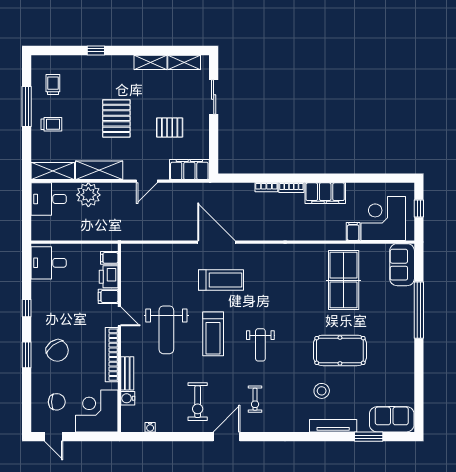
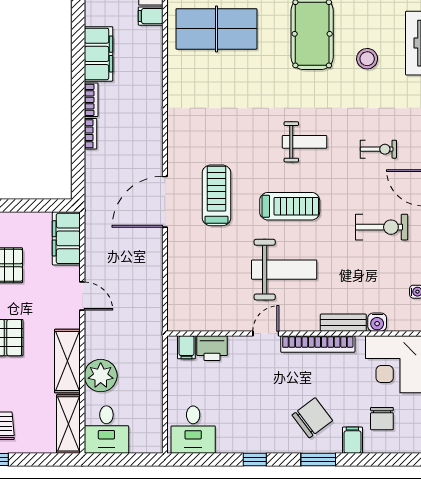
filing cabinet: (108, 296) -> (352, 440), moved, turned 180
chair: (57, 402) -> (382, 419), turned 180

